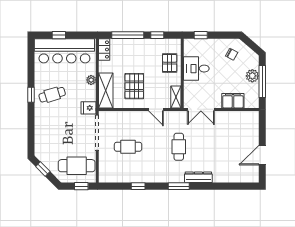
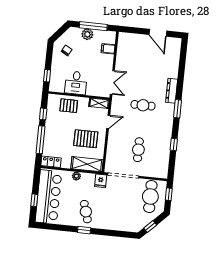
filing cabinet: (233, 101) -> (108, 49), width x0.50

